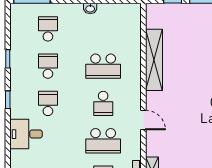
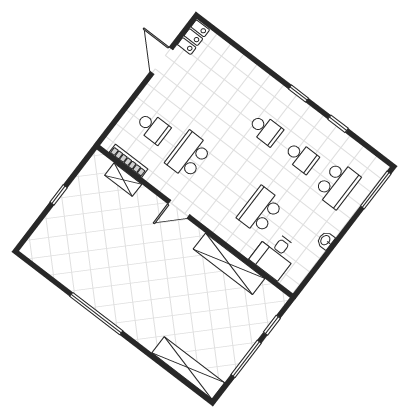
school desk: (48, 29) -> (337, 185), width x1.85
school desk: (103, 103) -> (225, 183), removed
desk: (26, 134) -> (275, 255), moved, turned 180

